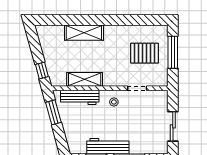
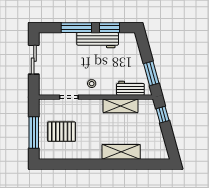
workbench: (80, 97) -> (130, 88), width x0.73

